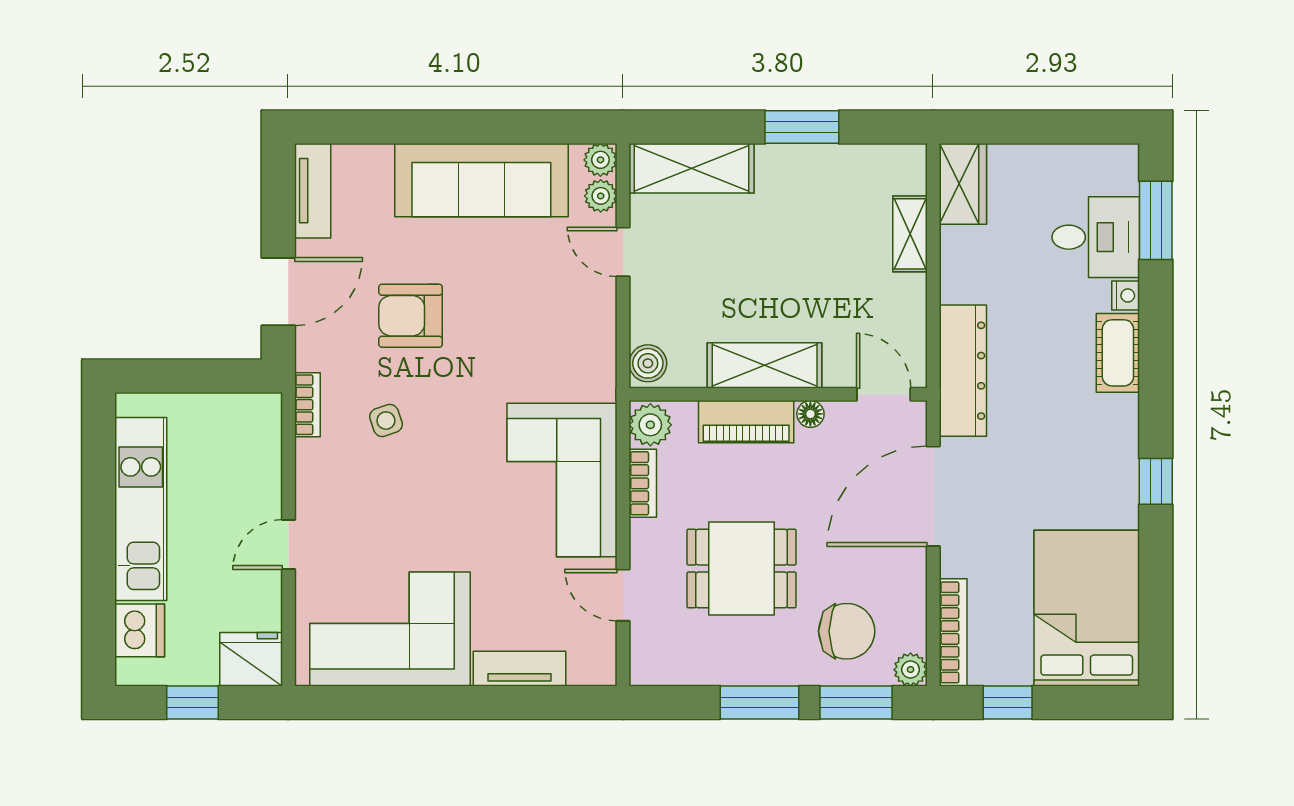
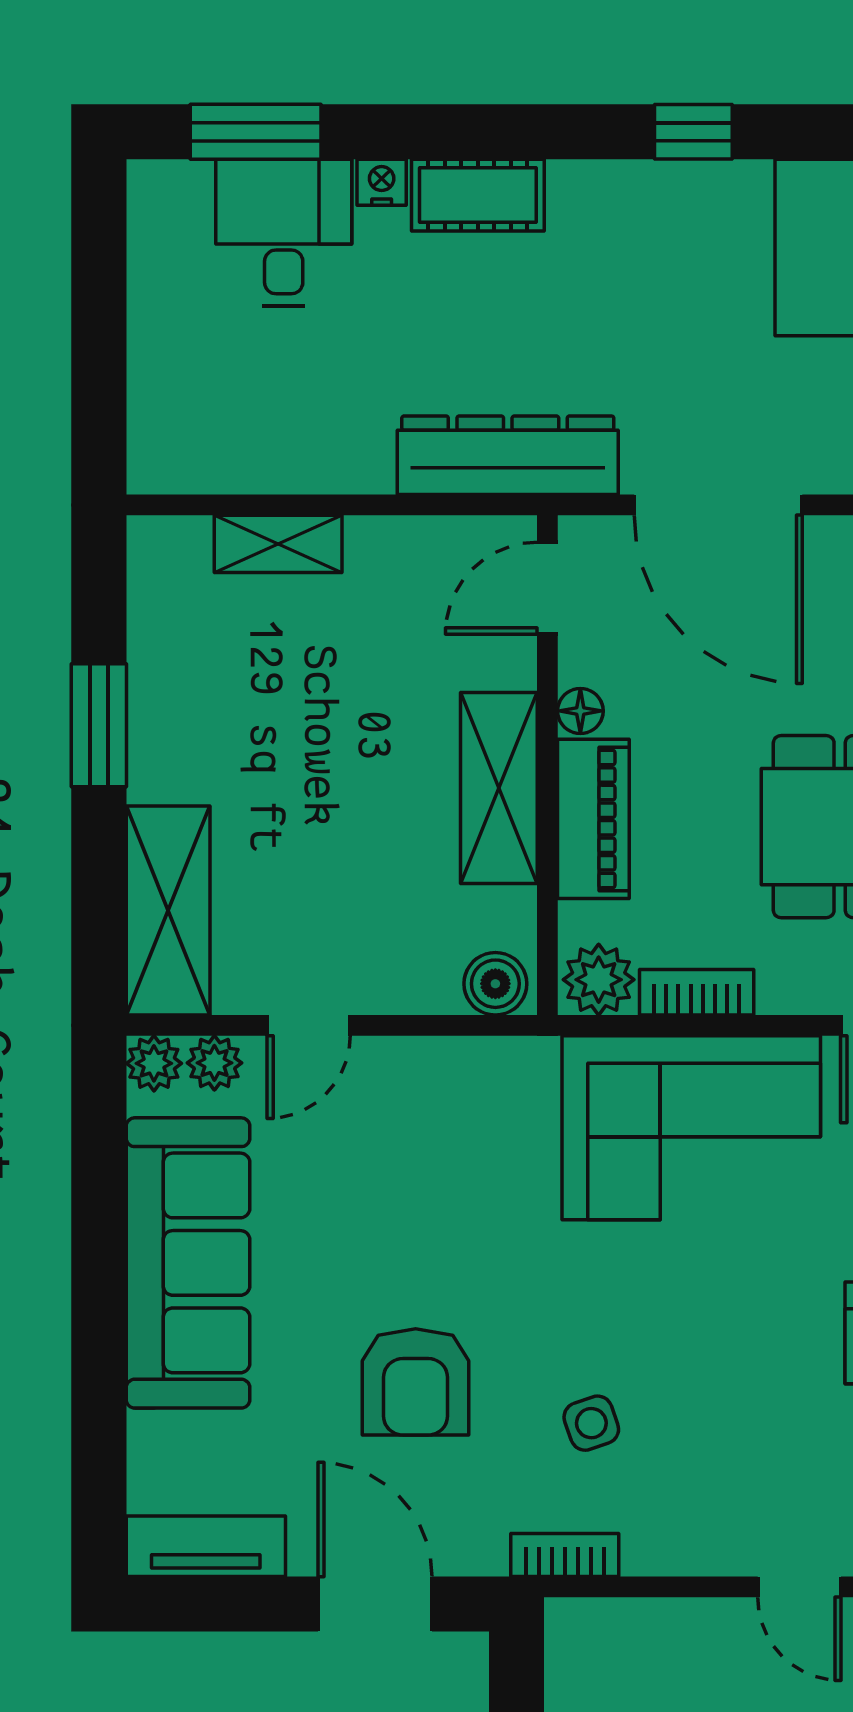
wardrobe: (963, 184) -> (194, 455), removed

